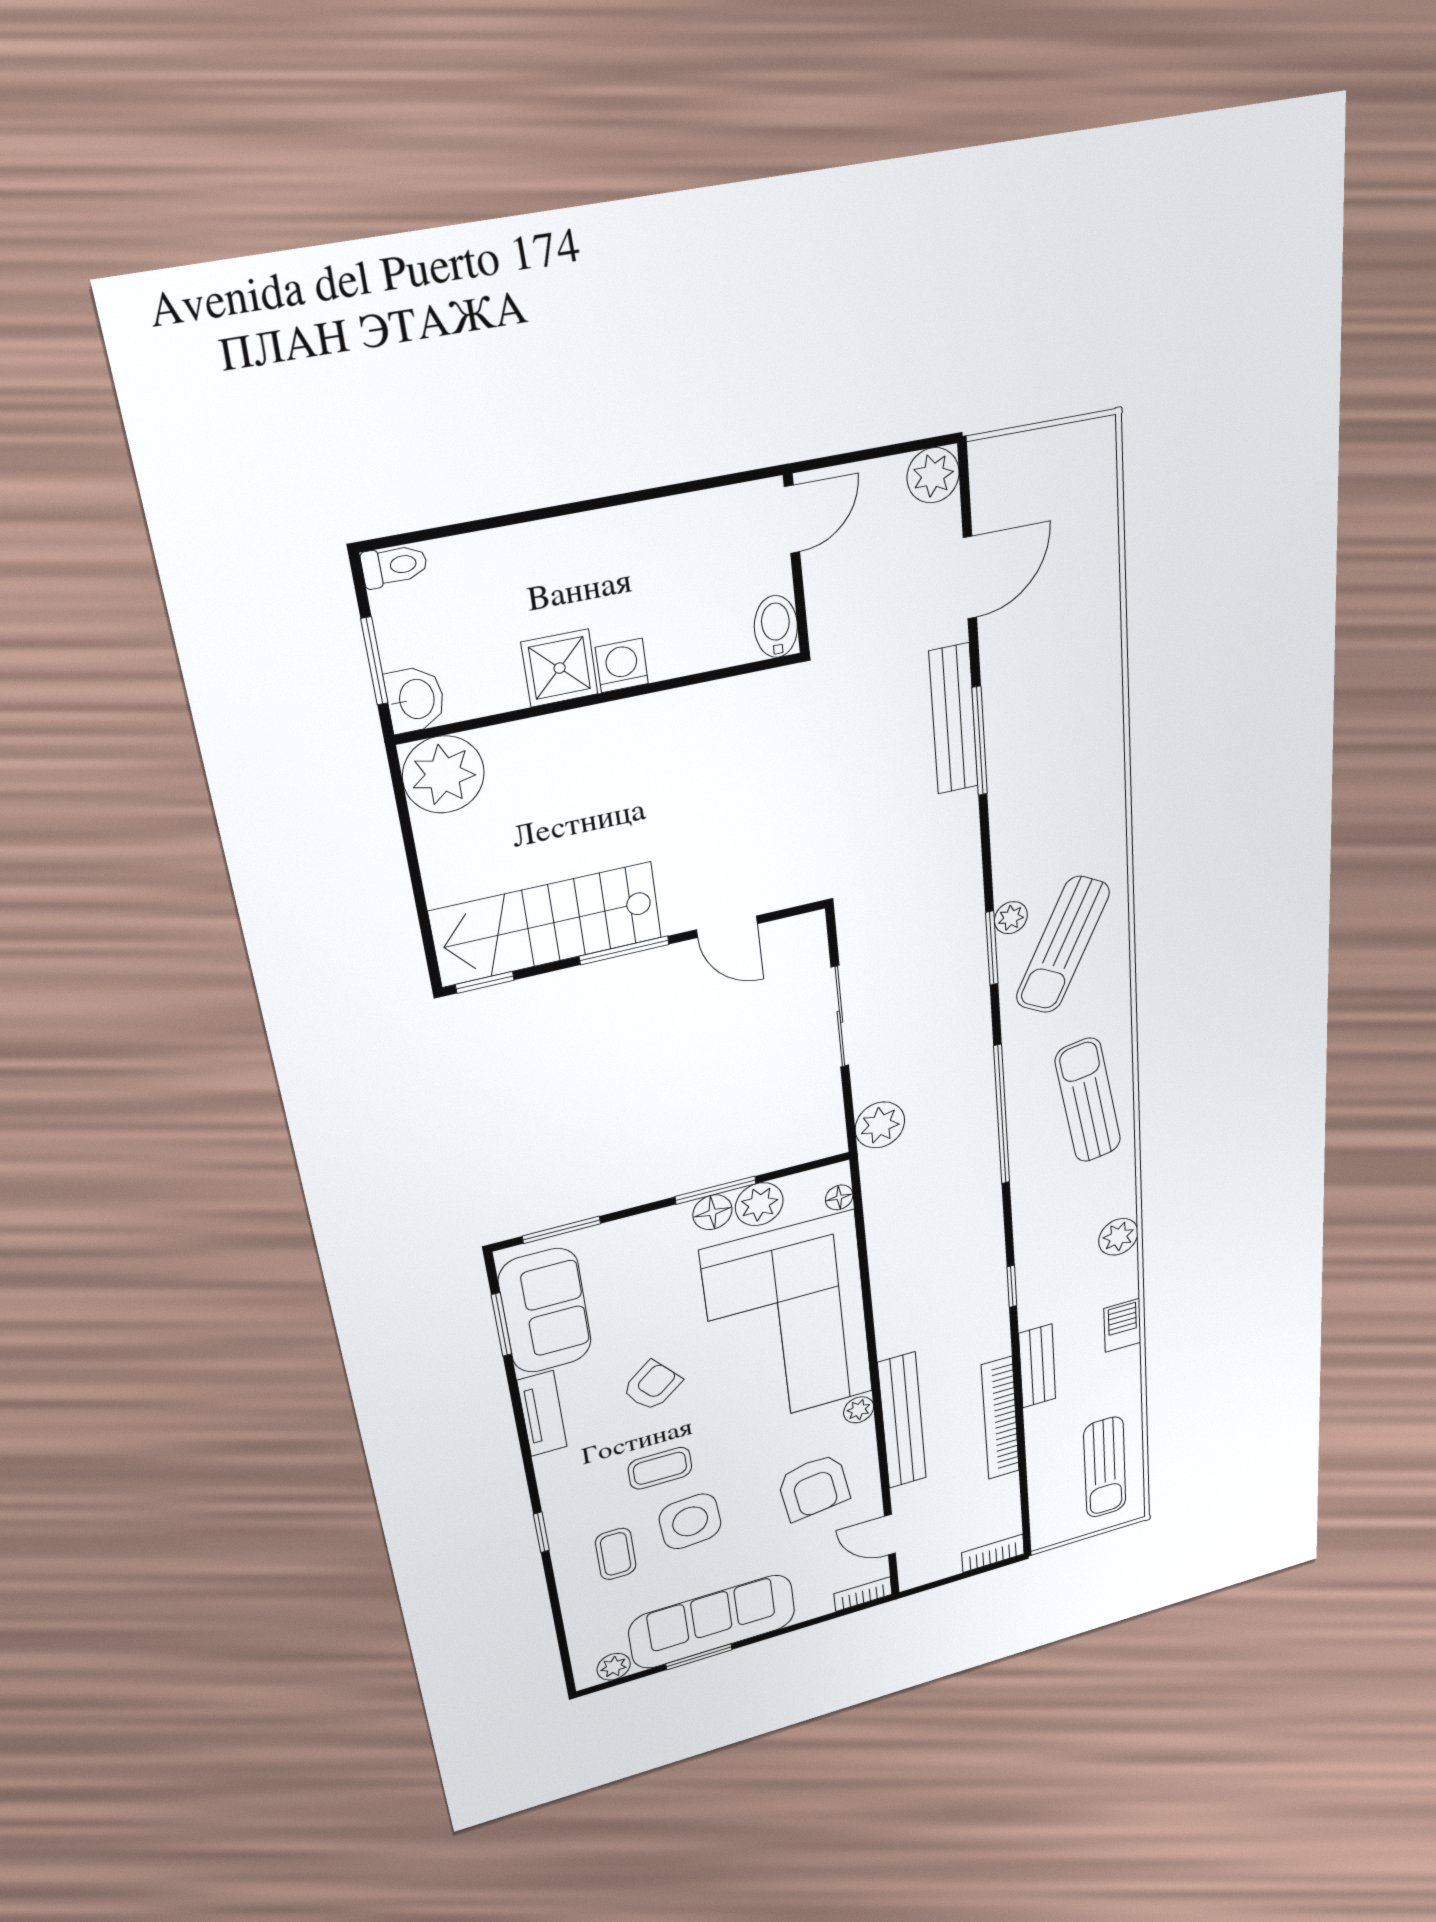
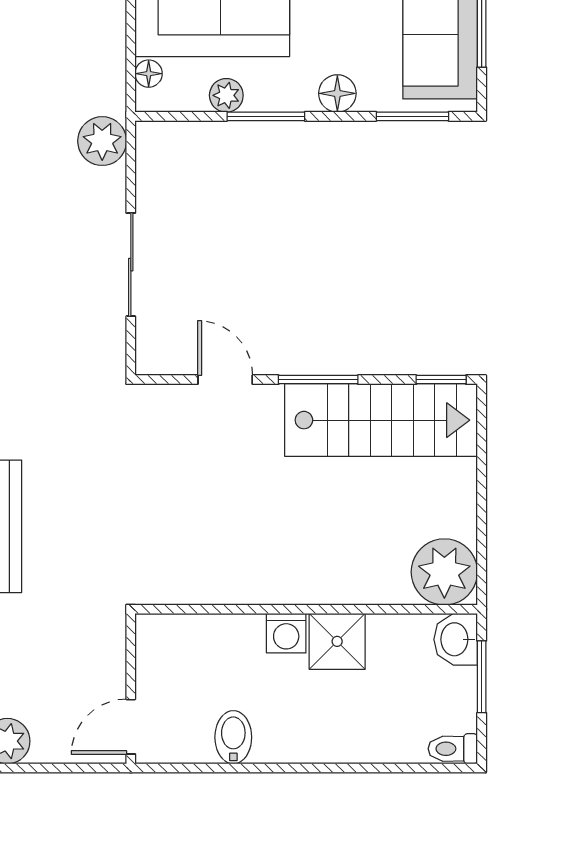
bidet: (776, 627) -> (233, 737), moved, turned 180
plant: (759, 1204) -> (226, 95), width x0.73, depth x0.73
floor lamp: (712, 1212) -> (337, 93), moved

